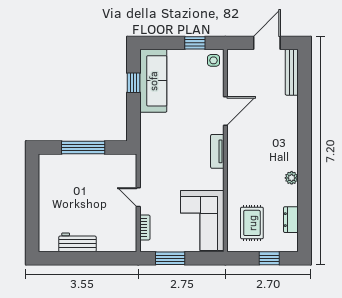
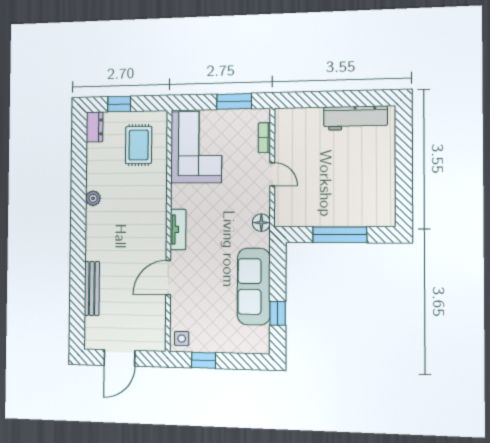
bench: (292, 72) -> (92, 288), moved
sofa: (153, 81) -> (254, 287), moved
floor lamp: (147, 157) -> (261, 223), added
dresser: (291, 220) -> (95, 127), moved
workbench: (77, 242) -> (355, 118), width x1.37

